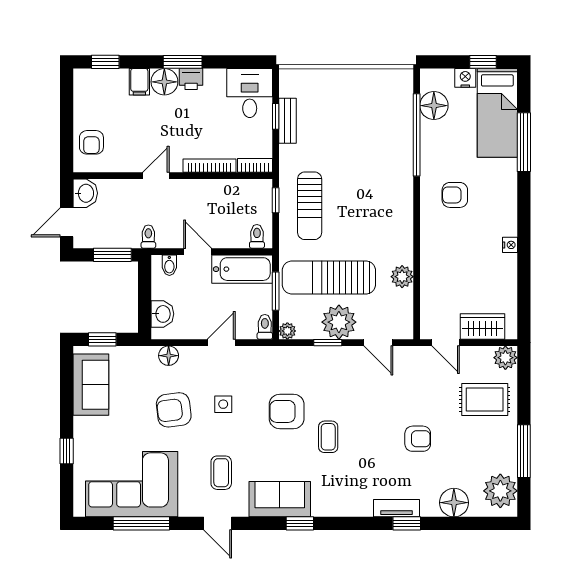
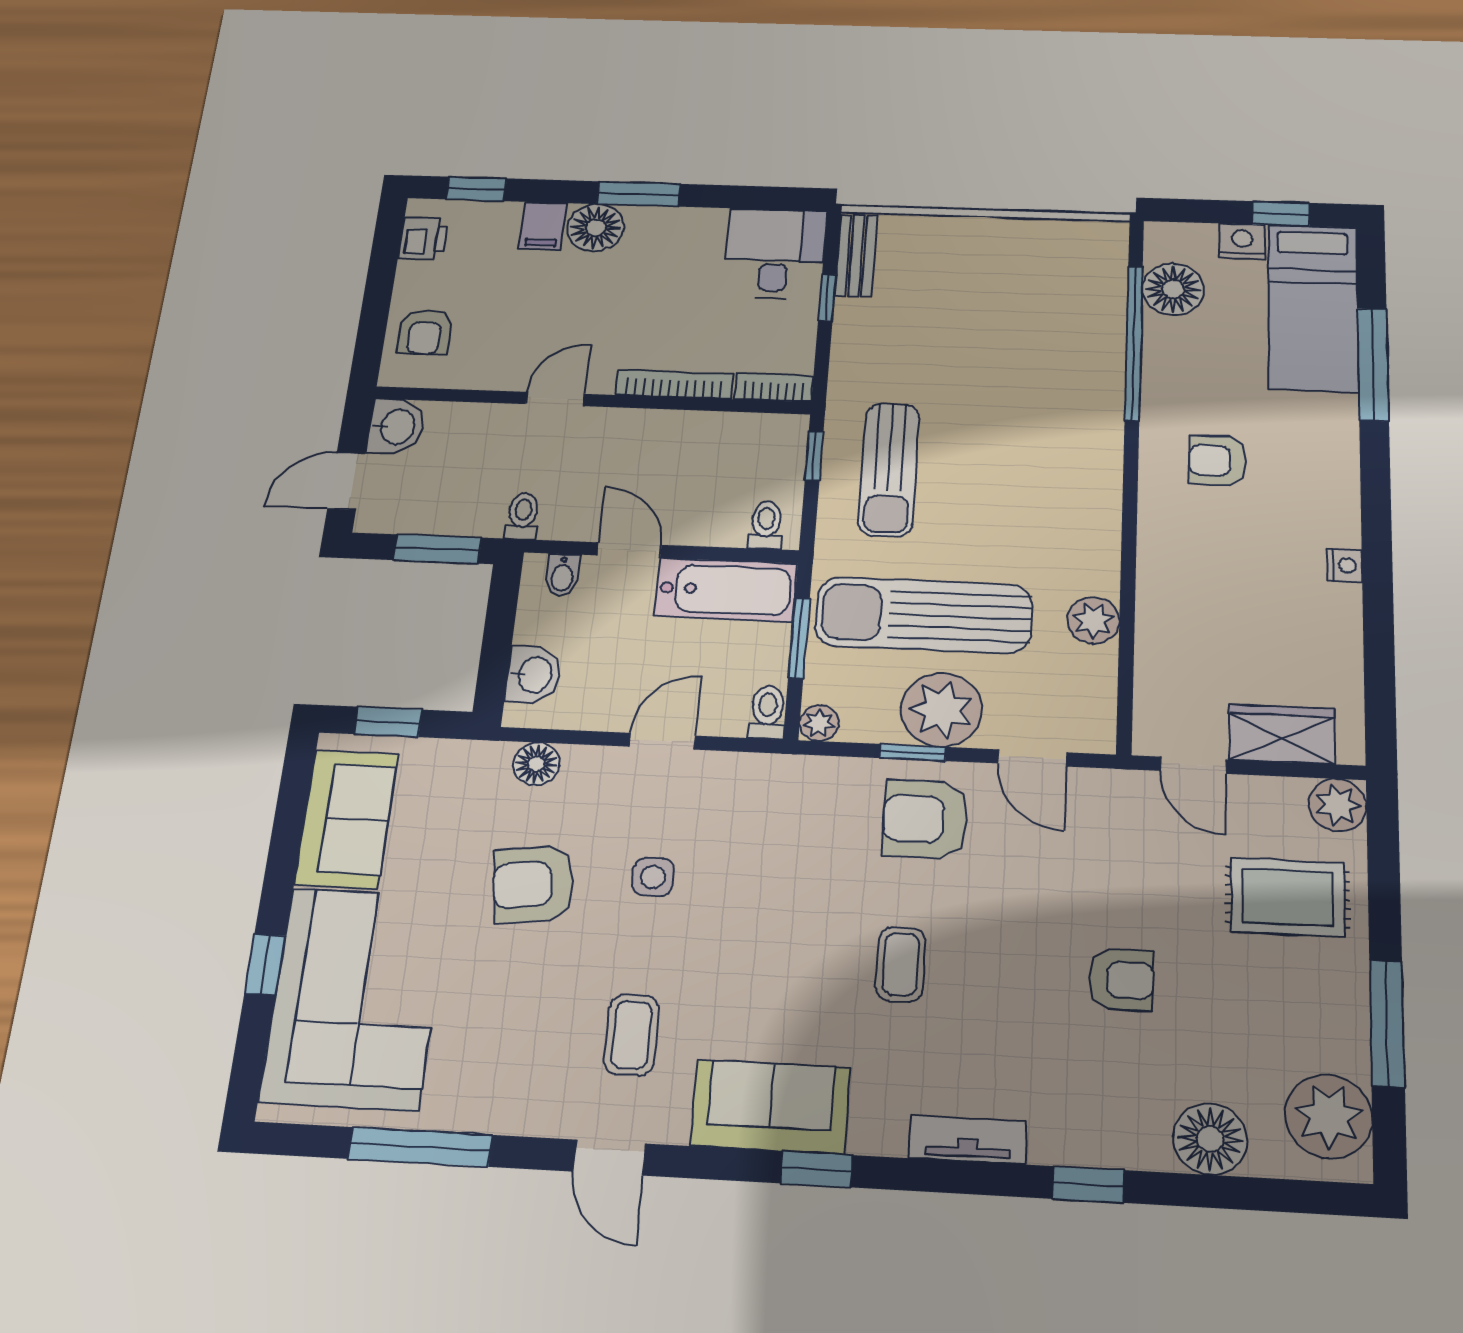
printer: (191, 79) -> (423, 238), moved, turned -90
bench: (288, 121) -> (856, 256), moved
armchair: (287, 411) -> (925, 819), moved
corner sofa: (132, 484) -> (354, 998), moved, turned 90
tv unit: (397, 508) -> (968, 1140), moved

